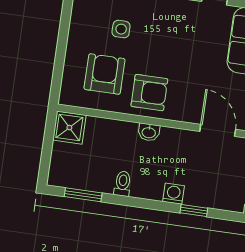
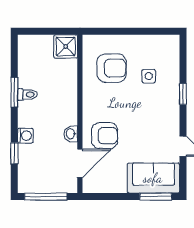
armchair: (149, 93) -> (105, 136), moved, turned -90
washbasin: (149, 132) -> (71, 134), moved
window: (83, 195) -> (14, 92), moved

